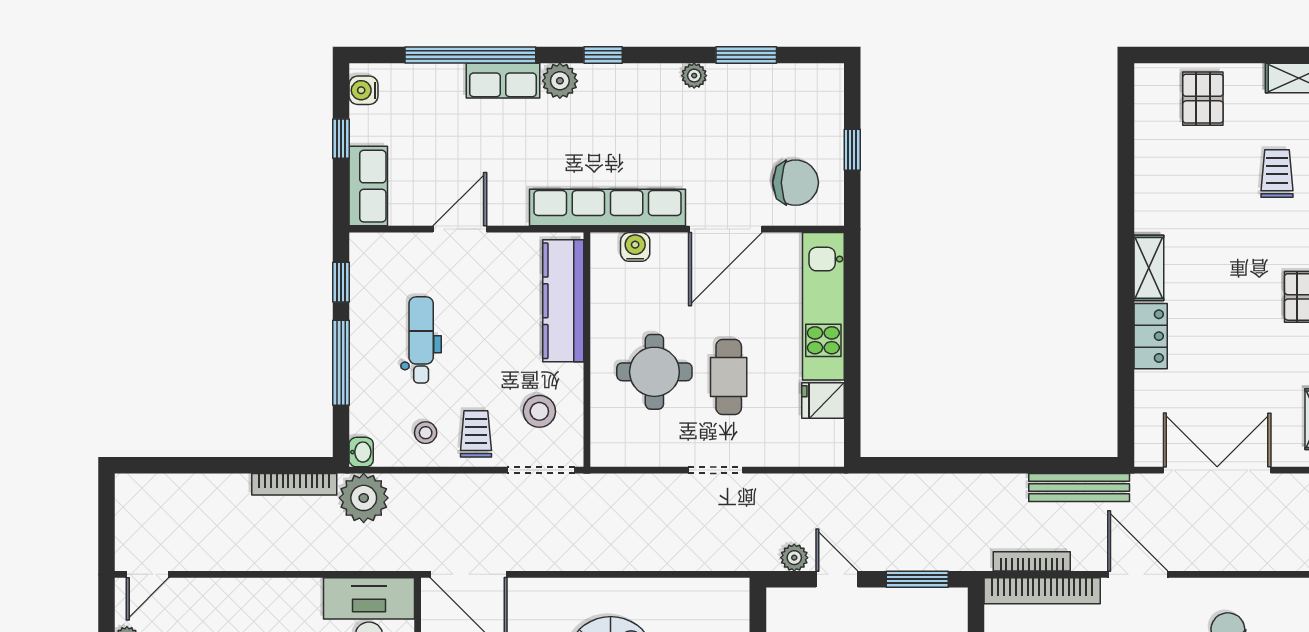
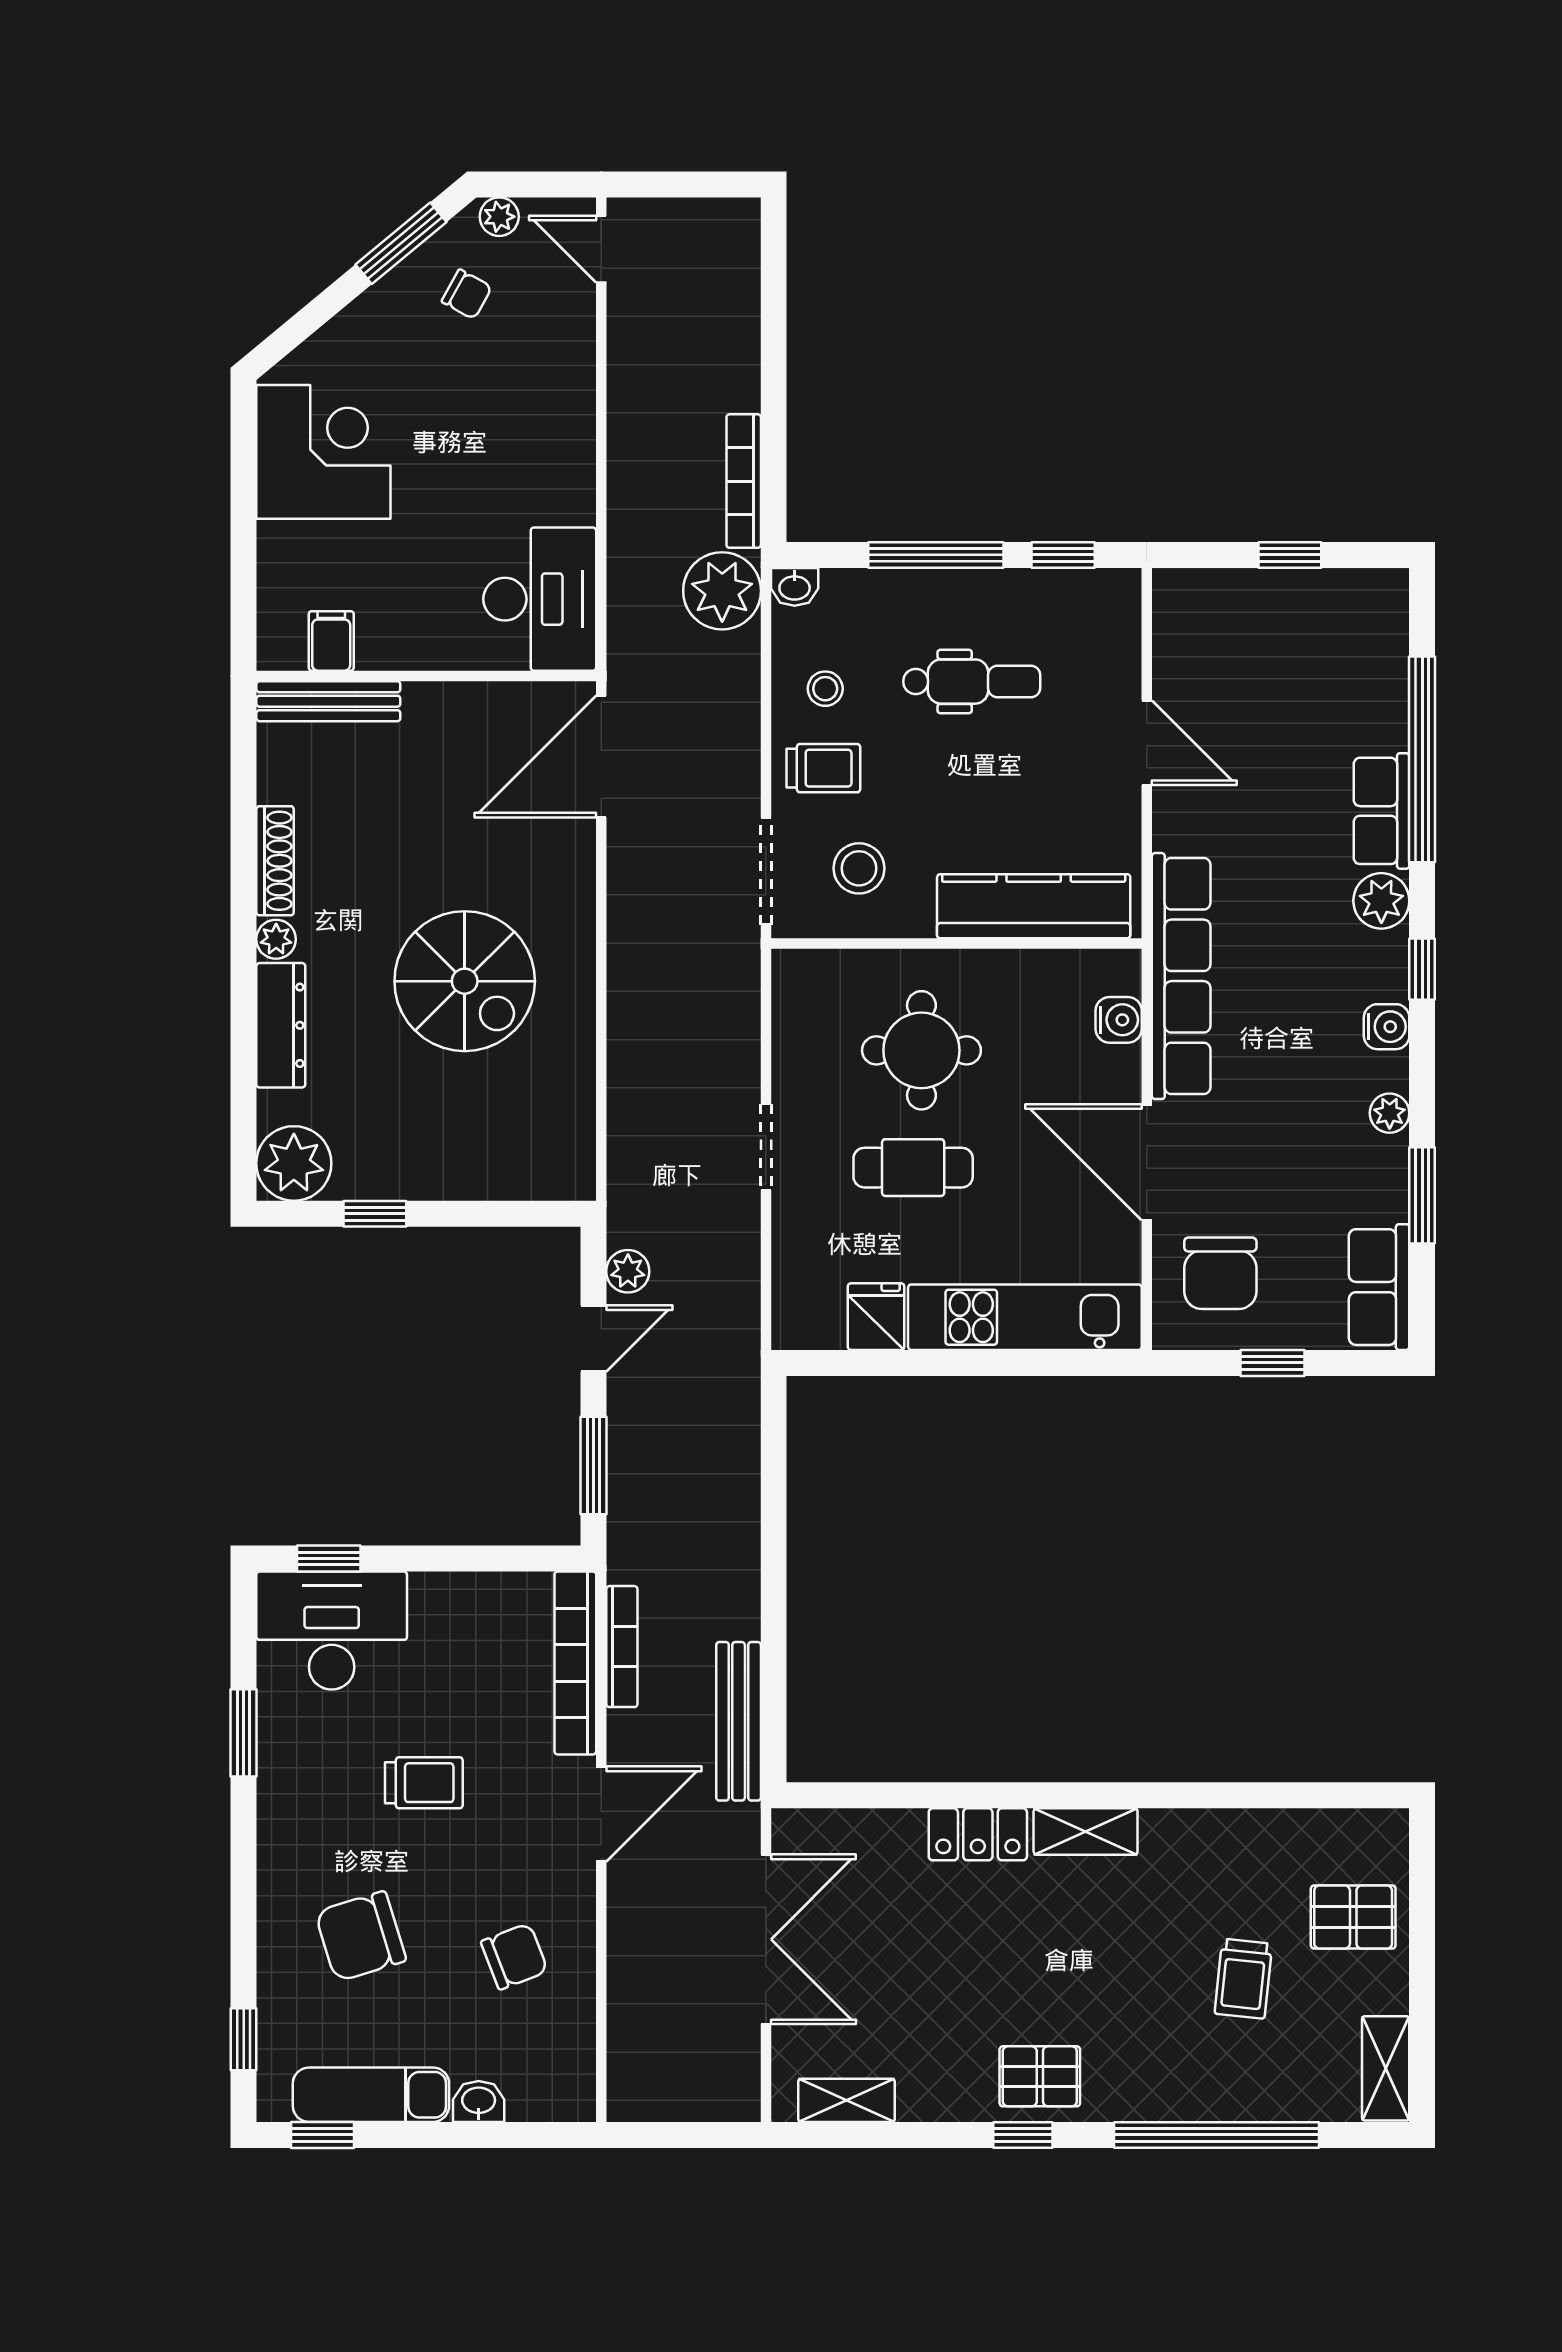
water cooler: (363, 90) -> (1387, 1027), moved, turned 90
trolley: (1277, 173) -> (1243, 1979), moved, turned 96
row of seats: (368, 186) -> (1379, 1287), moved, turned 90

